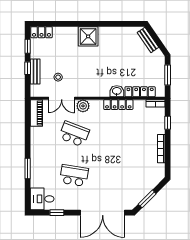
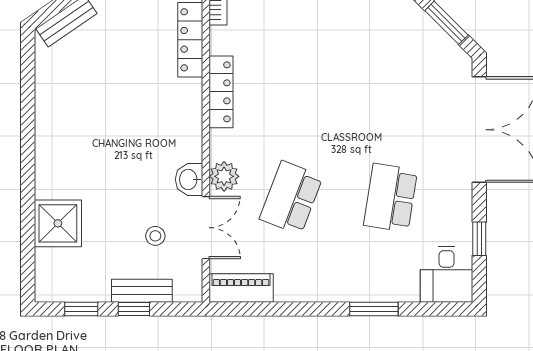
locker: (41, 32) -> (48, 276), removed
shower: (88, 36) -> (58, 223), moved
washbasin: (117, 91) -> (189, 179), moved

